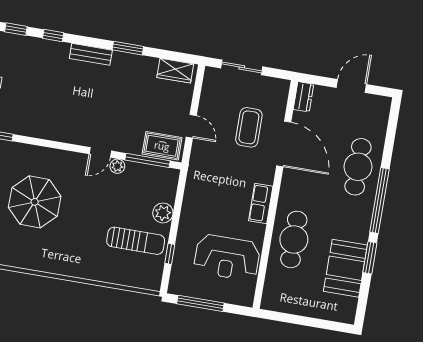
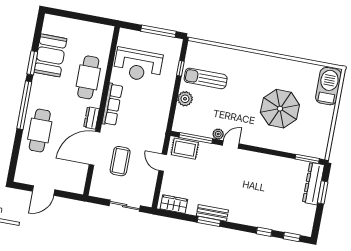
bench: (91, 54) -> (212, 213), moved
dresser: (303, 97) -> (91, 118), moved
door: (284, 144) -> (95, 148), hinge flipped
row of seats: (261, 204) -> (112, 105), width x1.48
reception desk: (227, 257) -> (138, 65), turned 180

